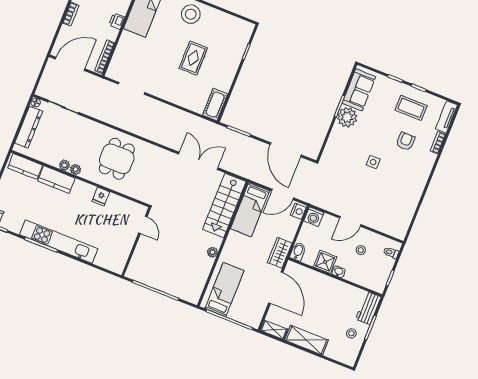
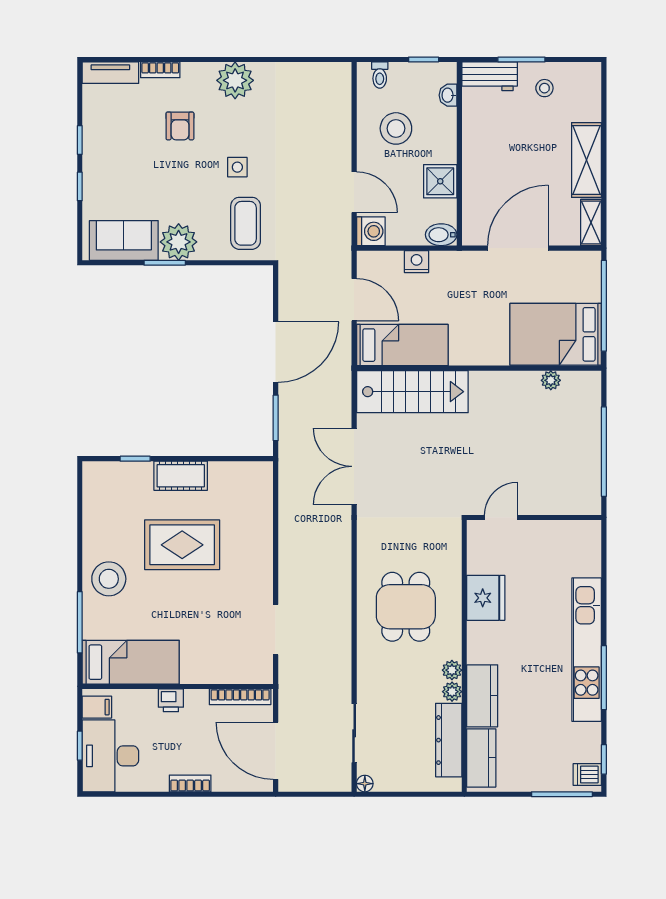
rug: (193, 58) -> (182, 545), width x1.36, depth x1.43
cot: (215, 105) -> (181, 476), moved
coffee table: (411, 108) -> (246, 223), moved
dresser: (29, 127) -> (449, 740), moved, turned -90
armchair: (406, 141) -> (180, 126), turned -90
door: (286, 150) -> (276, 352), moved
dining table: (117, 159) -> (406, 607), turned 90
plant: (417, 178) -> (235, 80), added
fridge: (101, 196) -> (486, 598), width x1.88, depth x1.34
nightstand: (298, 211) -> (417, 262), moved
door: (350, 221) -> (354, 192), moved
stool: (361, 250) -> (396, 128), width x1.89, depth x1.89
plant: (212, 252) -> (551, 380), moved
wardrobe: (280, 253) -> (456, 265), removed
washbasin: (339, 272) -> (448, 95), moved
bed: (224, 289) -> (556, 334), width x1.50

